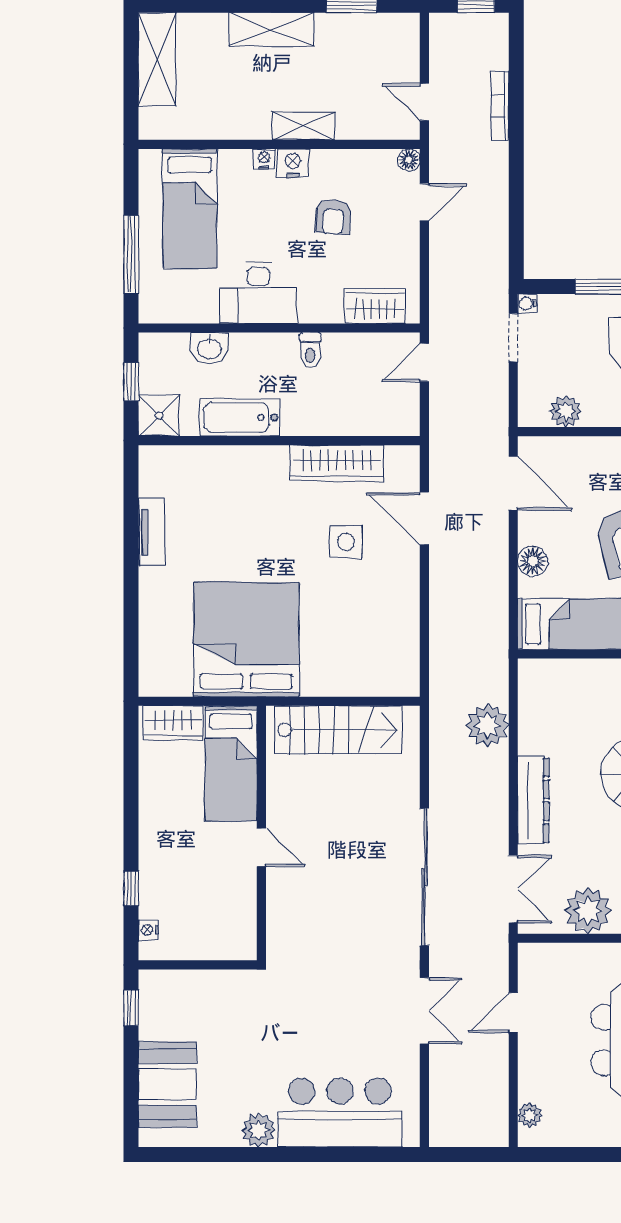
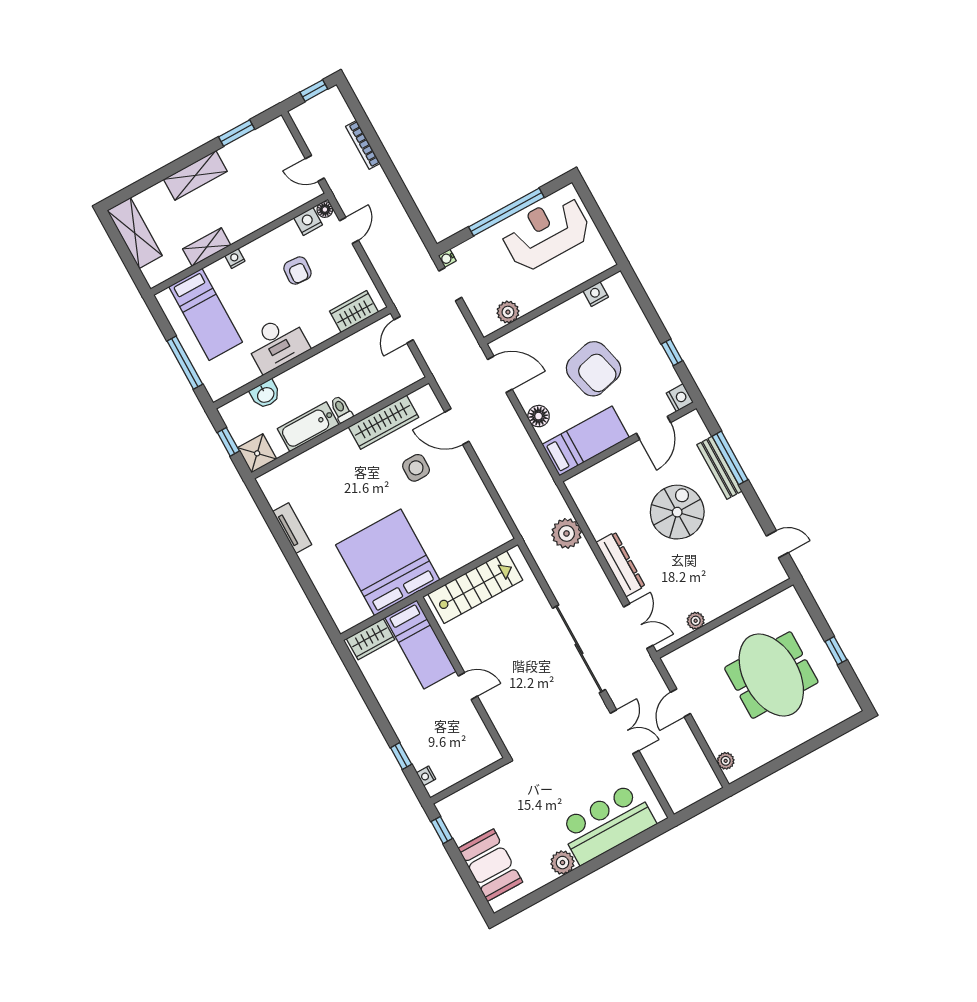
shelving: (303, 126) -> (207, 247), moved
nightstand: (293, 163) -> (308, 221), moved
toilet: (310, 350) -> (341, 409), moved, turned 180
plant: (588, 911) -> (696, 621), width x0.53, depth x0.53

